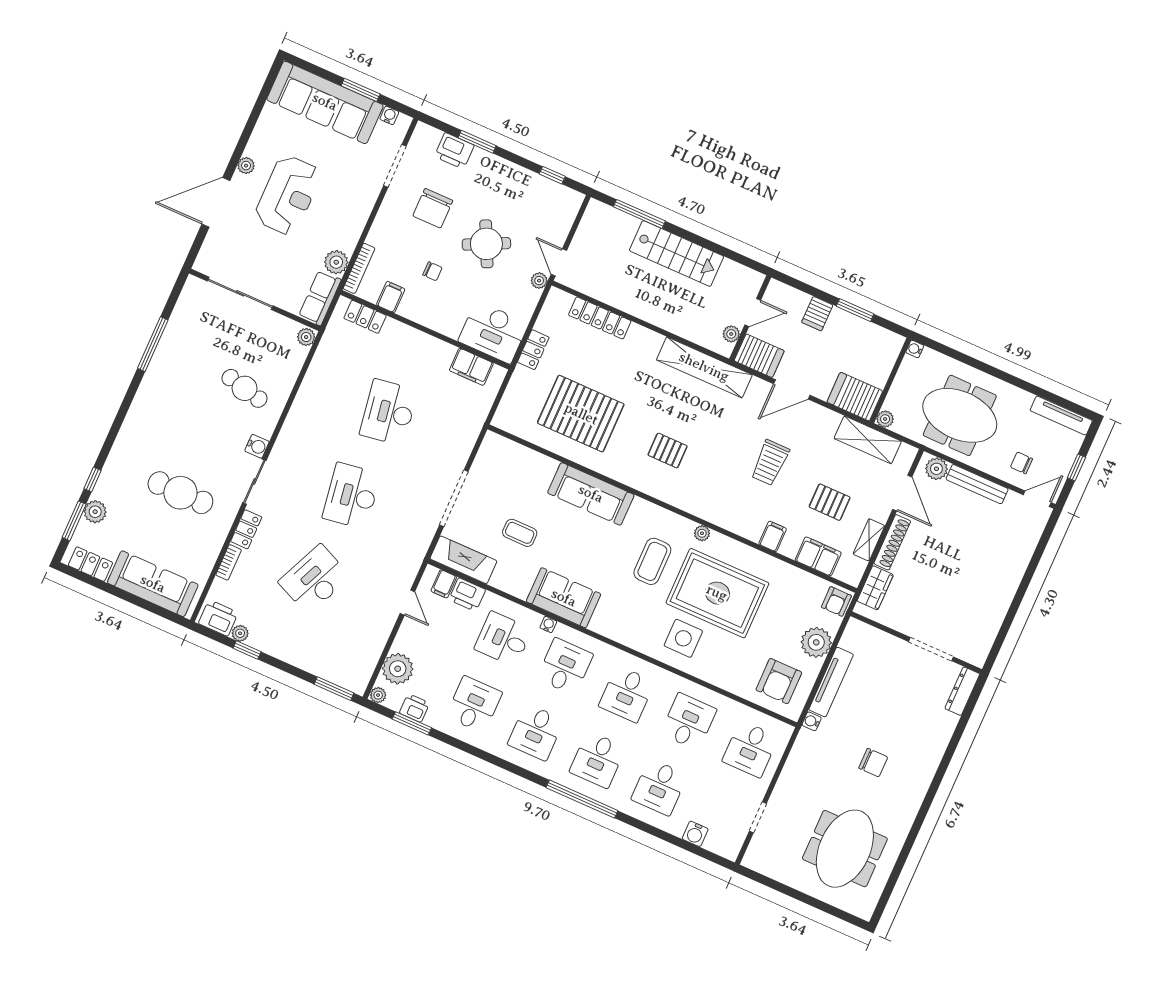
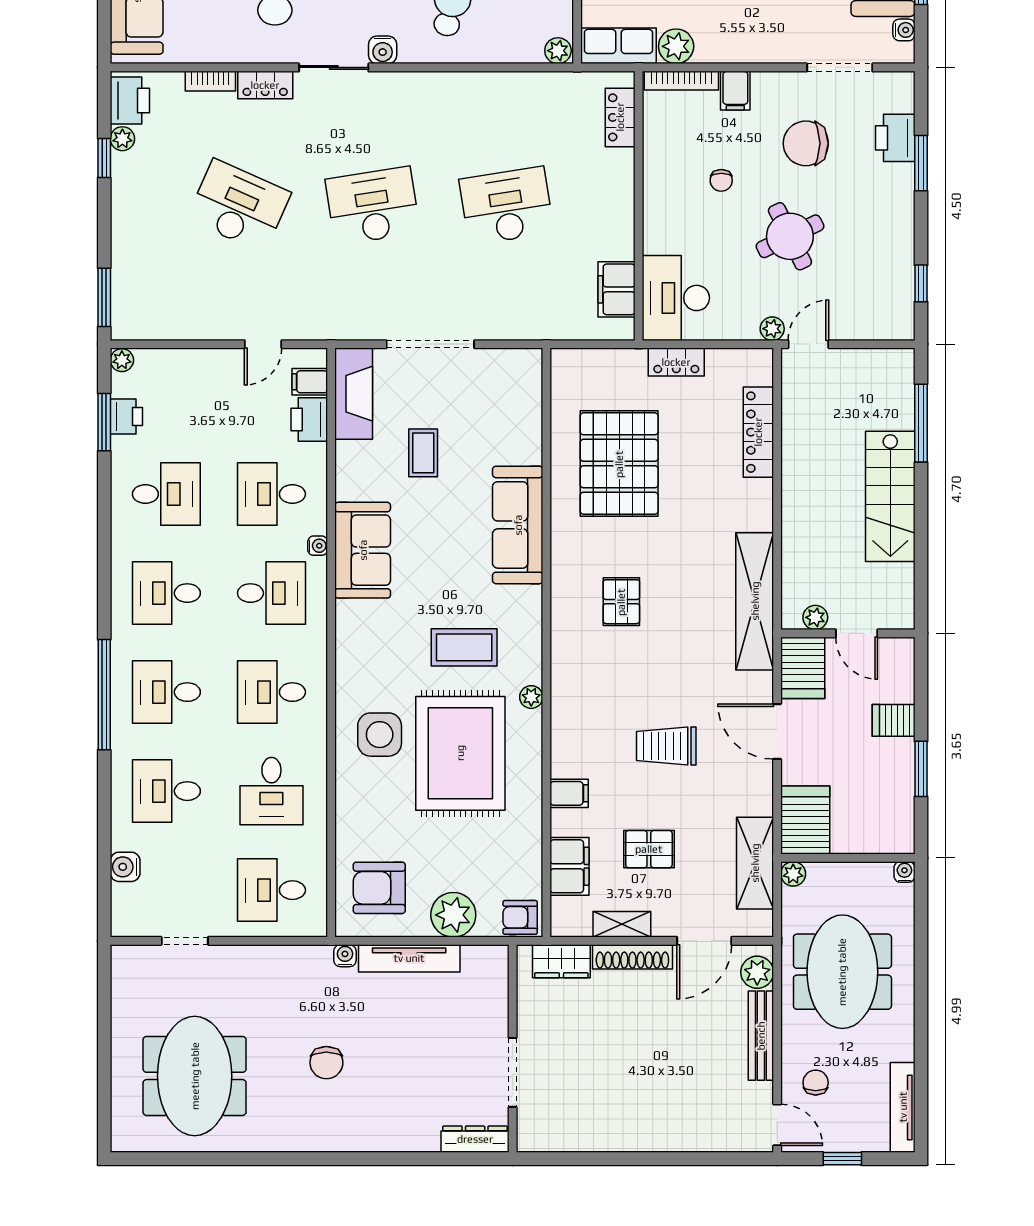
filing cabinet: (391, 297) -> (735, 91), moved, turned 90
pallet: (830, 502) -> (649, 849), turned 90
desk: (503, 639) -> (271, 494), turned -90
plant: (398, 669) -> (169, 371), removed
desk: (689, 721) -> (271, 791), turned 90
meeting table: (845, 849) -> (195, 1076), turned 90

